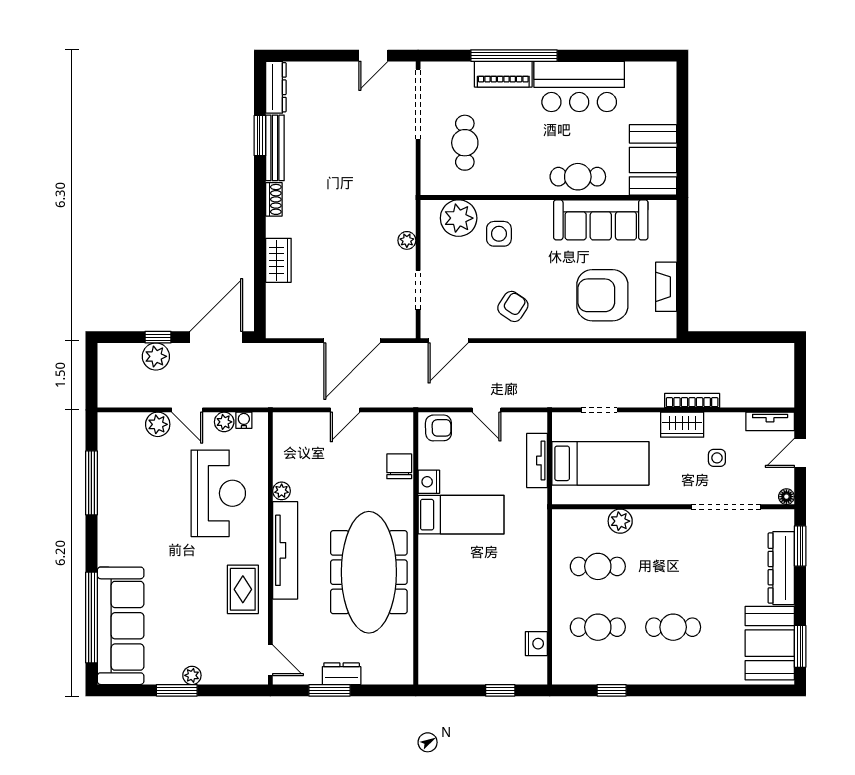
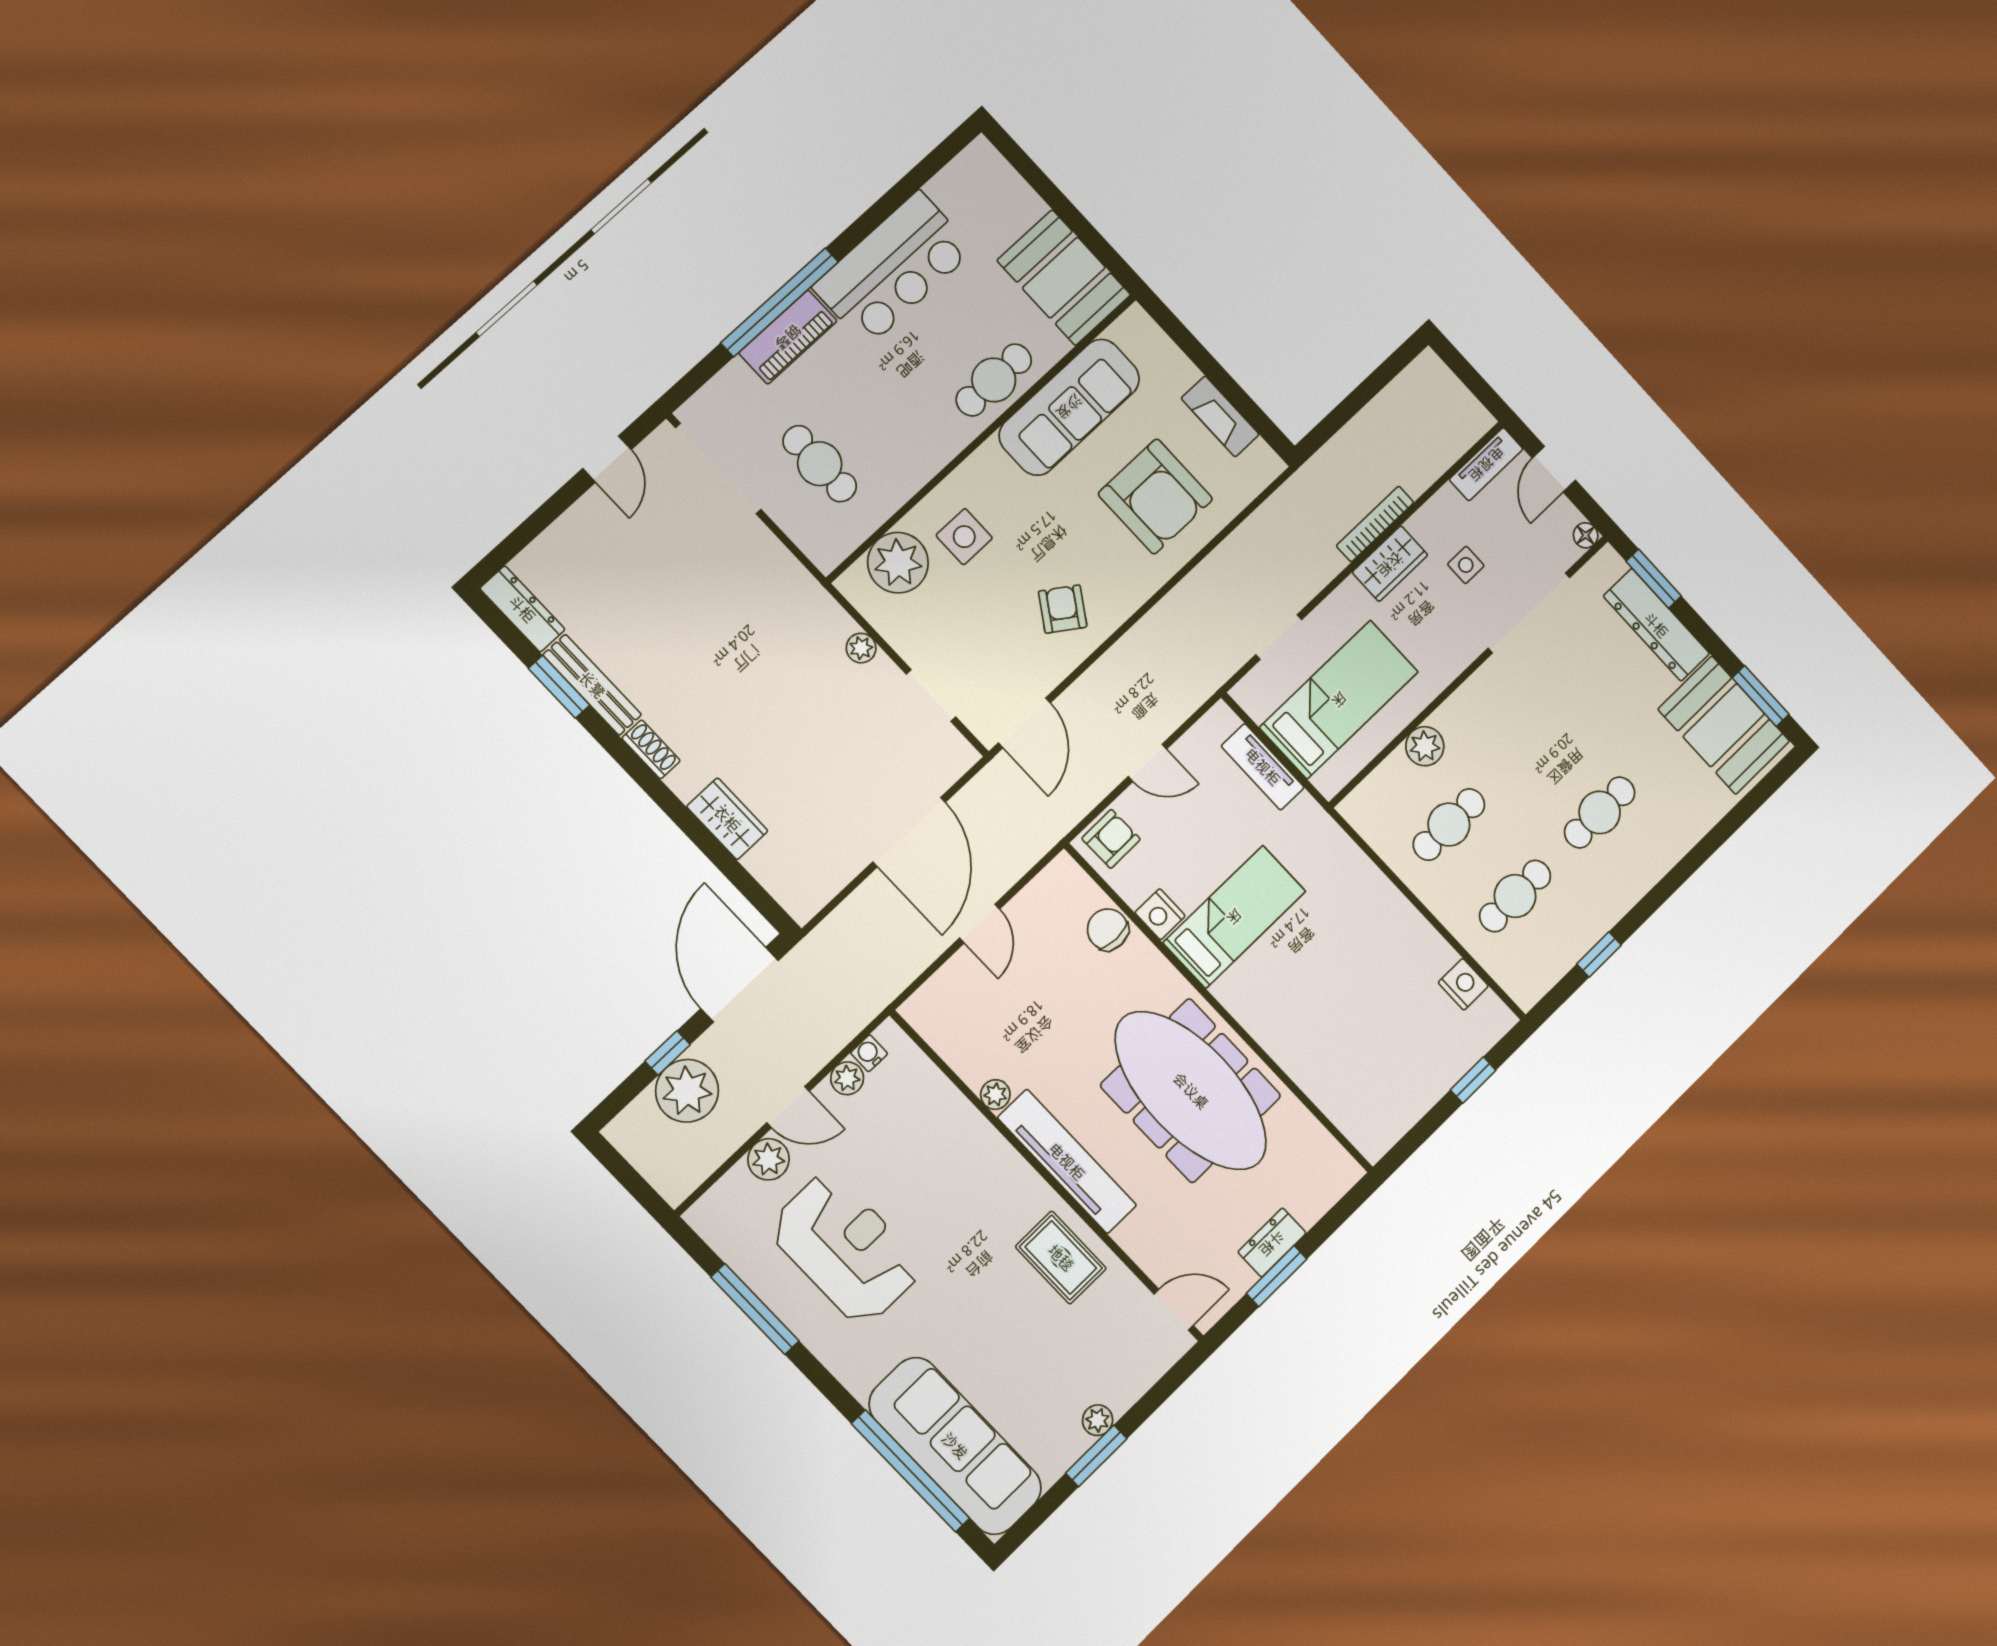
armchair: (602, 295) -> (1155, 496), turned -90
plant: (156, 356) -> (687, 1091), width x1.36, depth x1.36
reception desk: (218, 493) -> (846, 1248), moved

